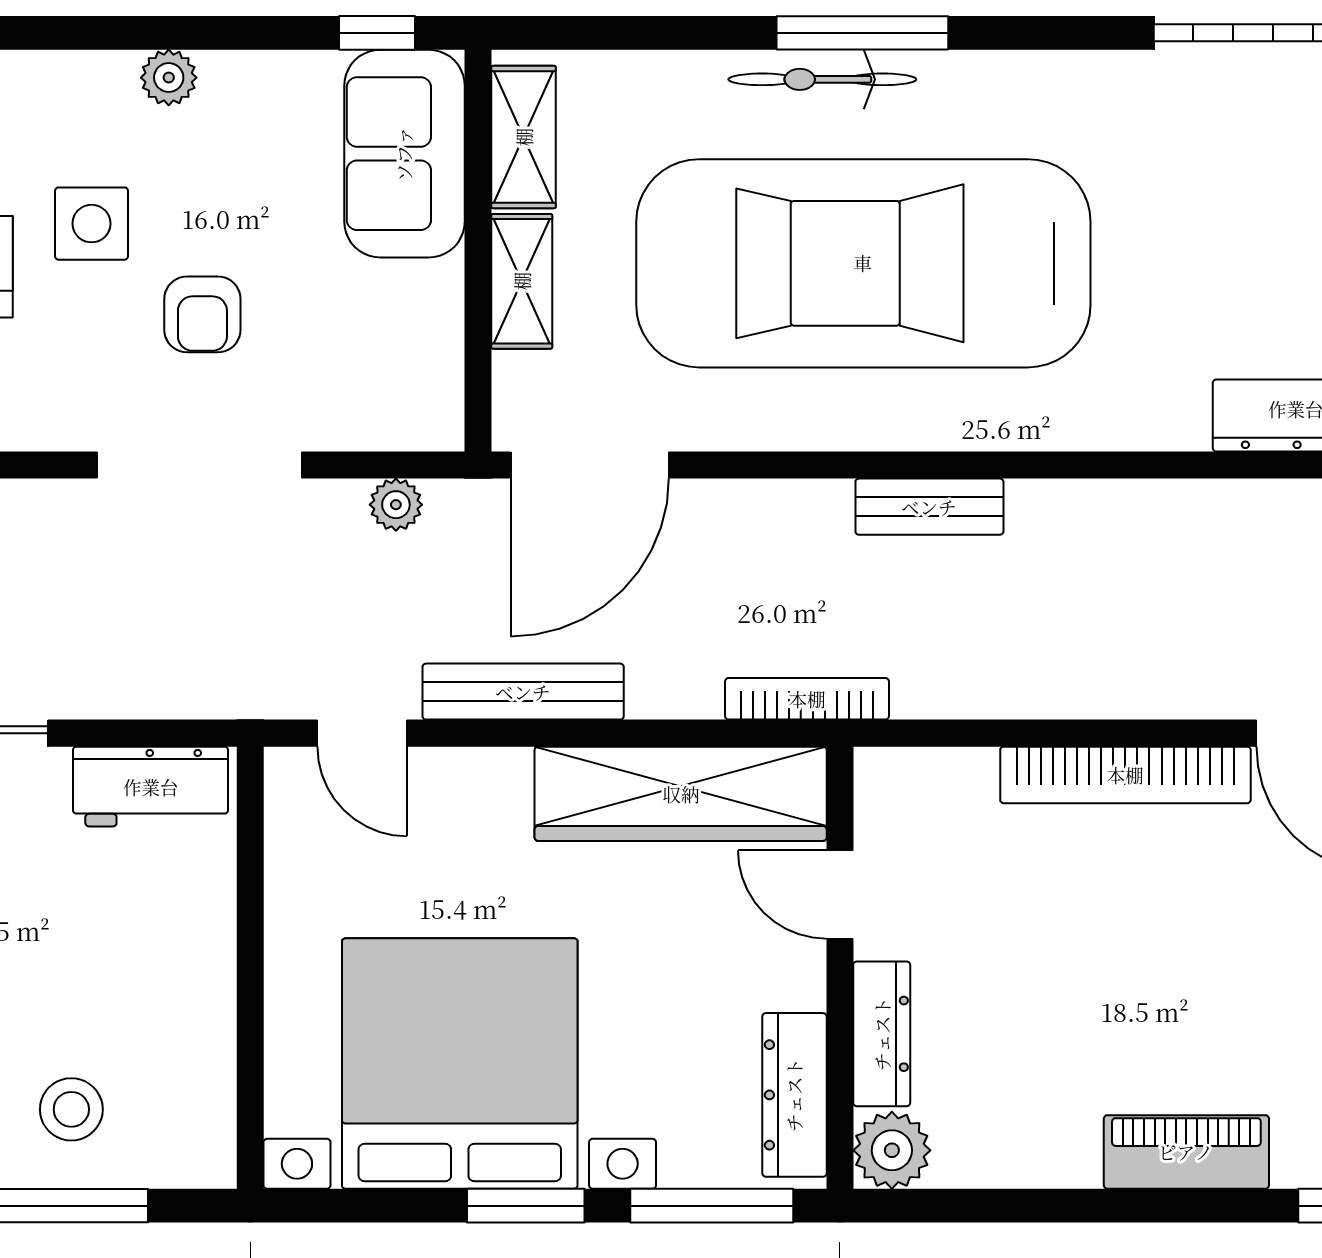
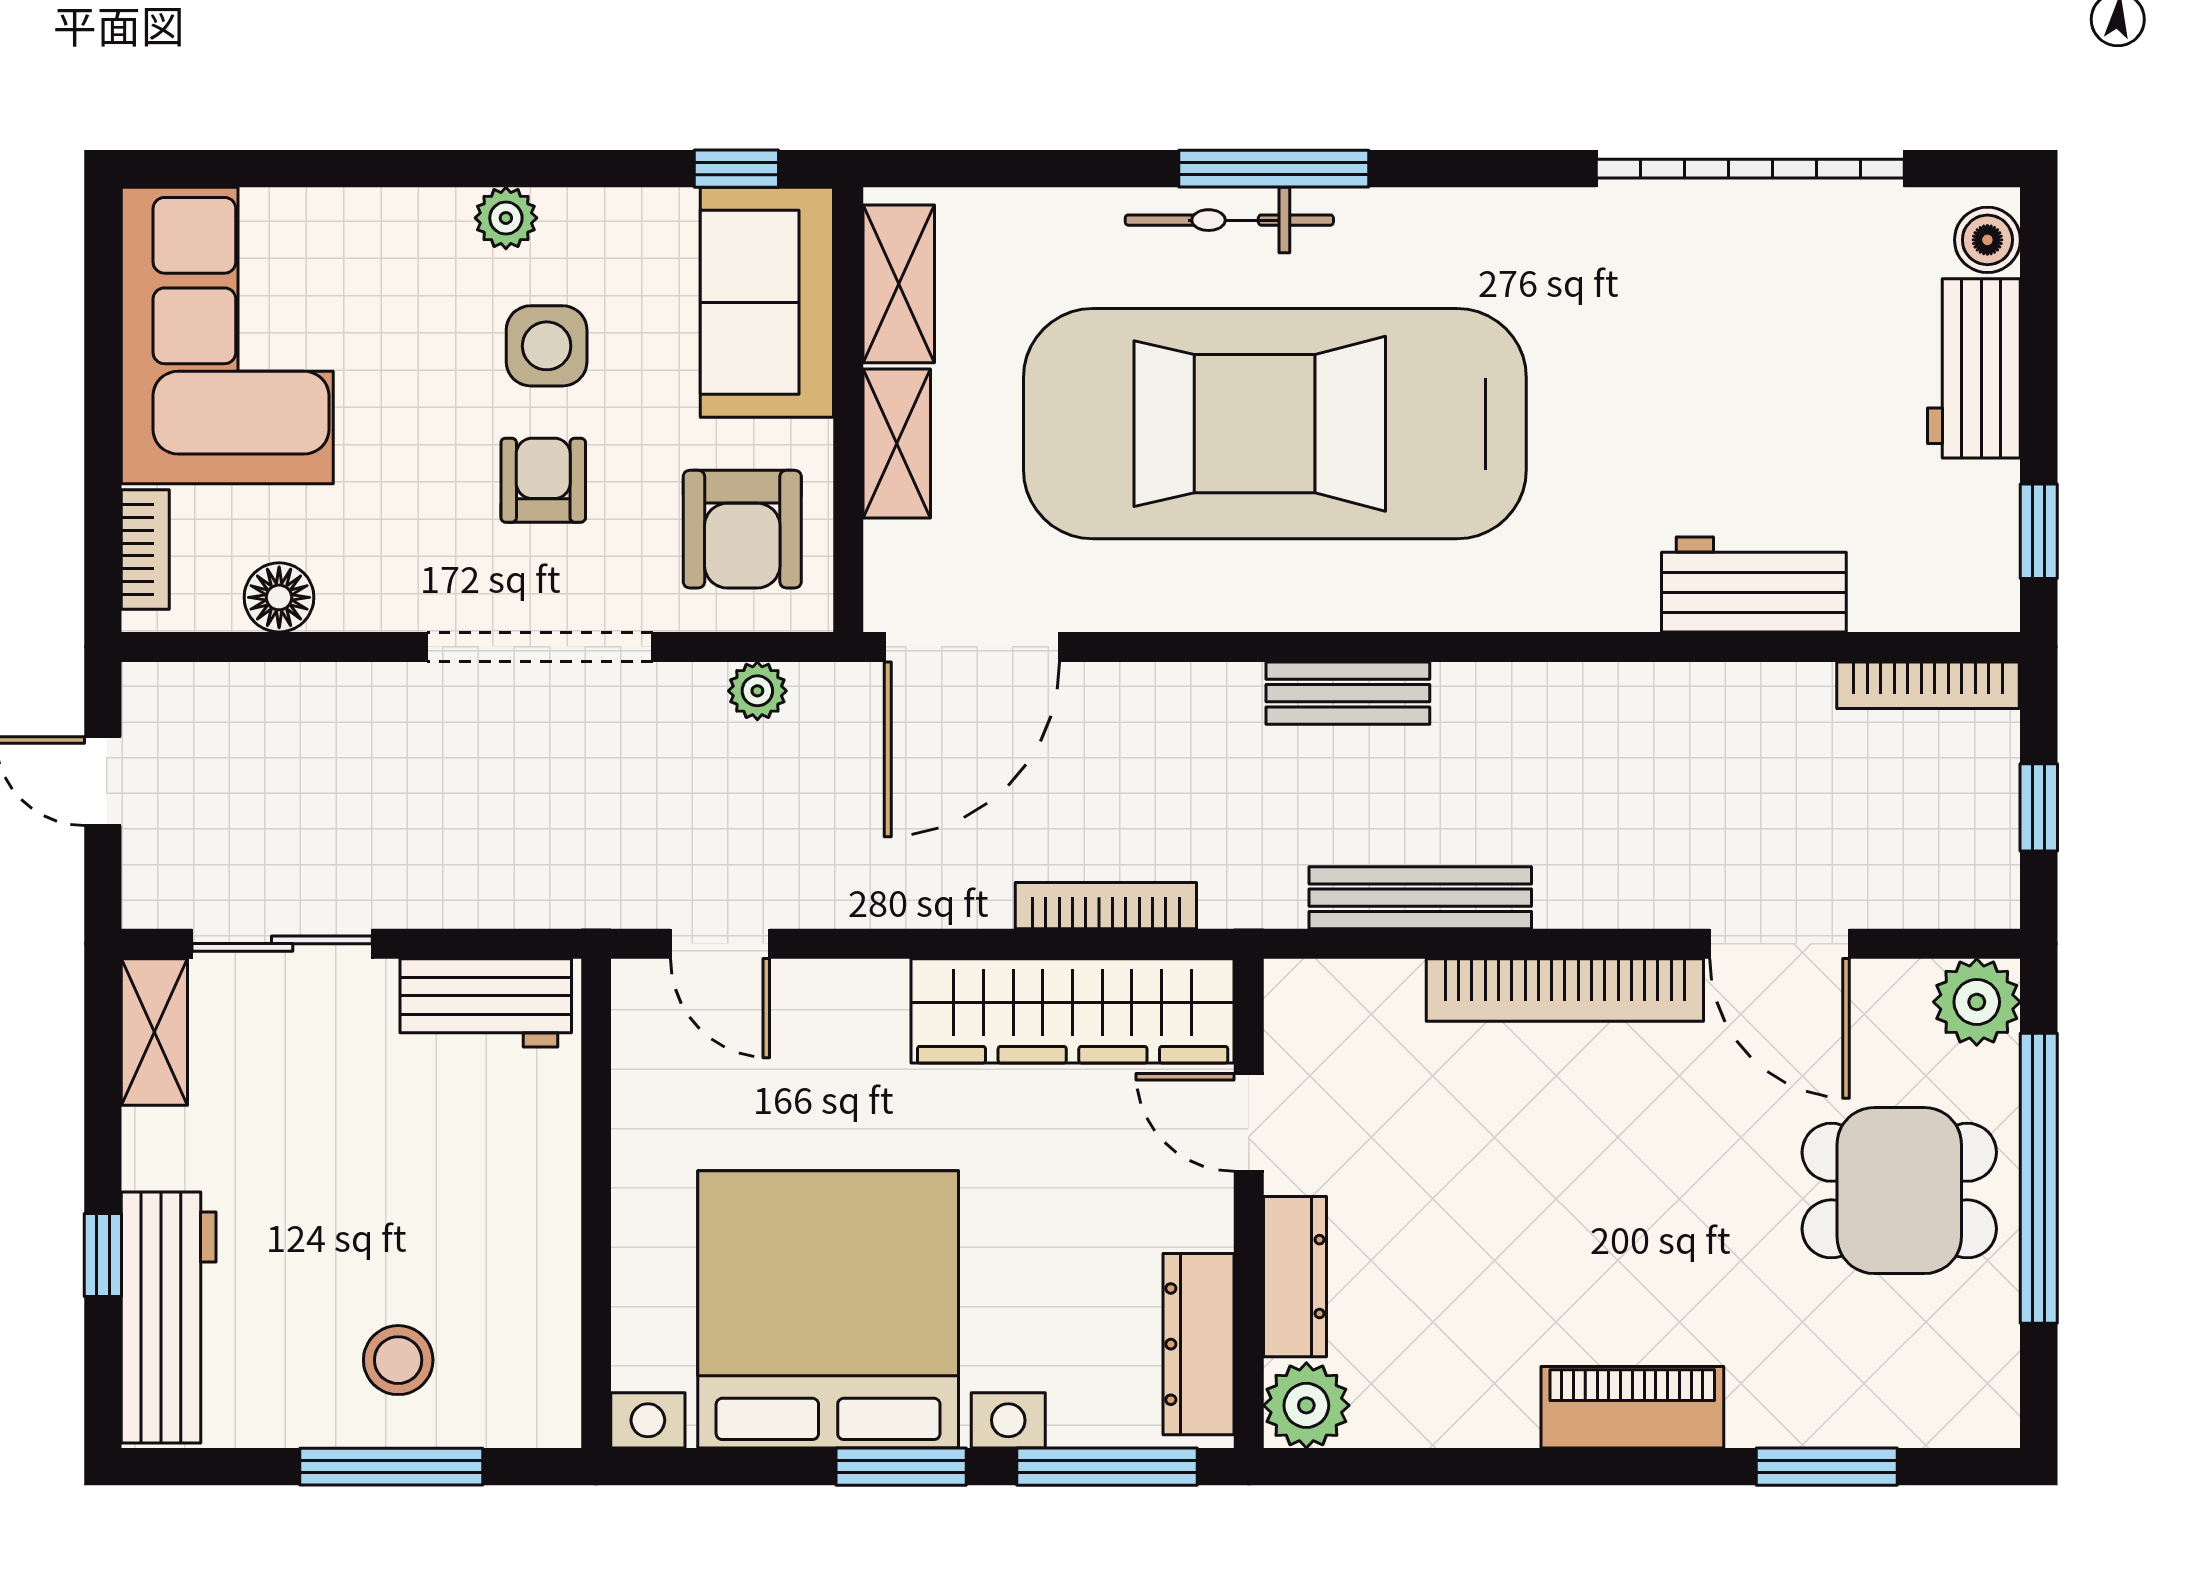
side table: (92, 224) -> (547, 346), moved
armchair: (202, 314) -> (543, 480), turned 180
armchair: (382, 359) -> (742, 529), added
bench: (523, 692) -> (1420, 898), moved
bookcase: (807, 699) -> (1106, 906), moved

